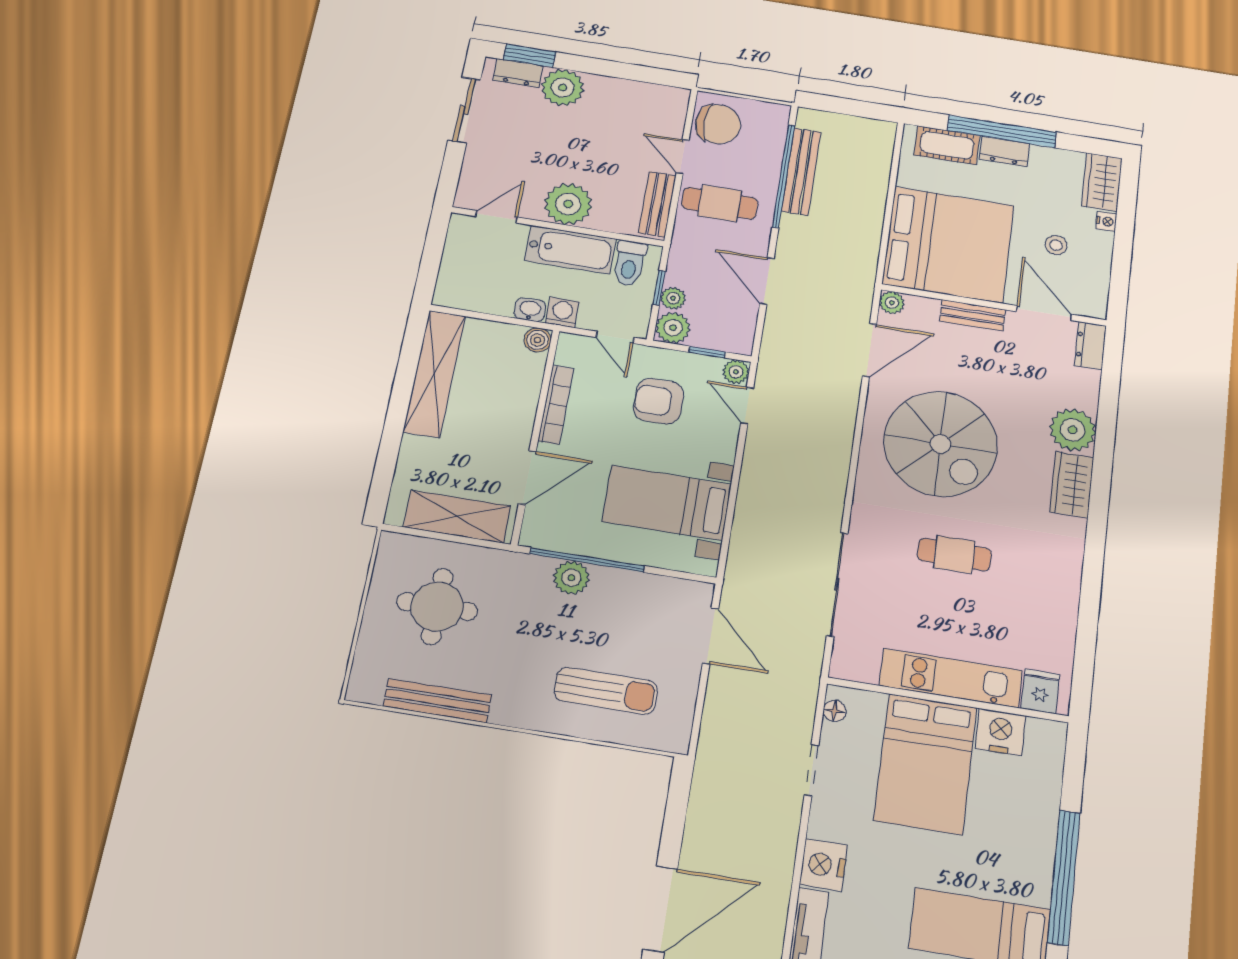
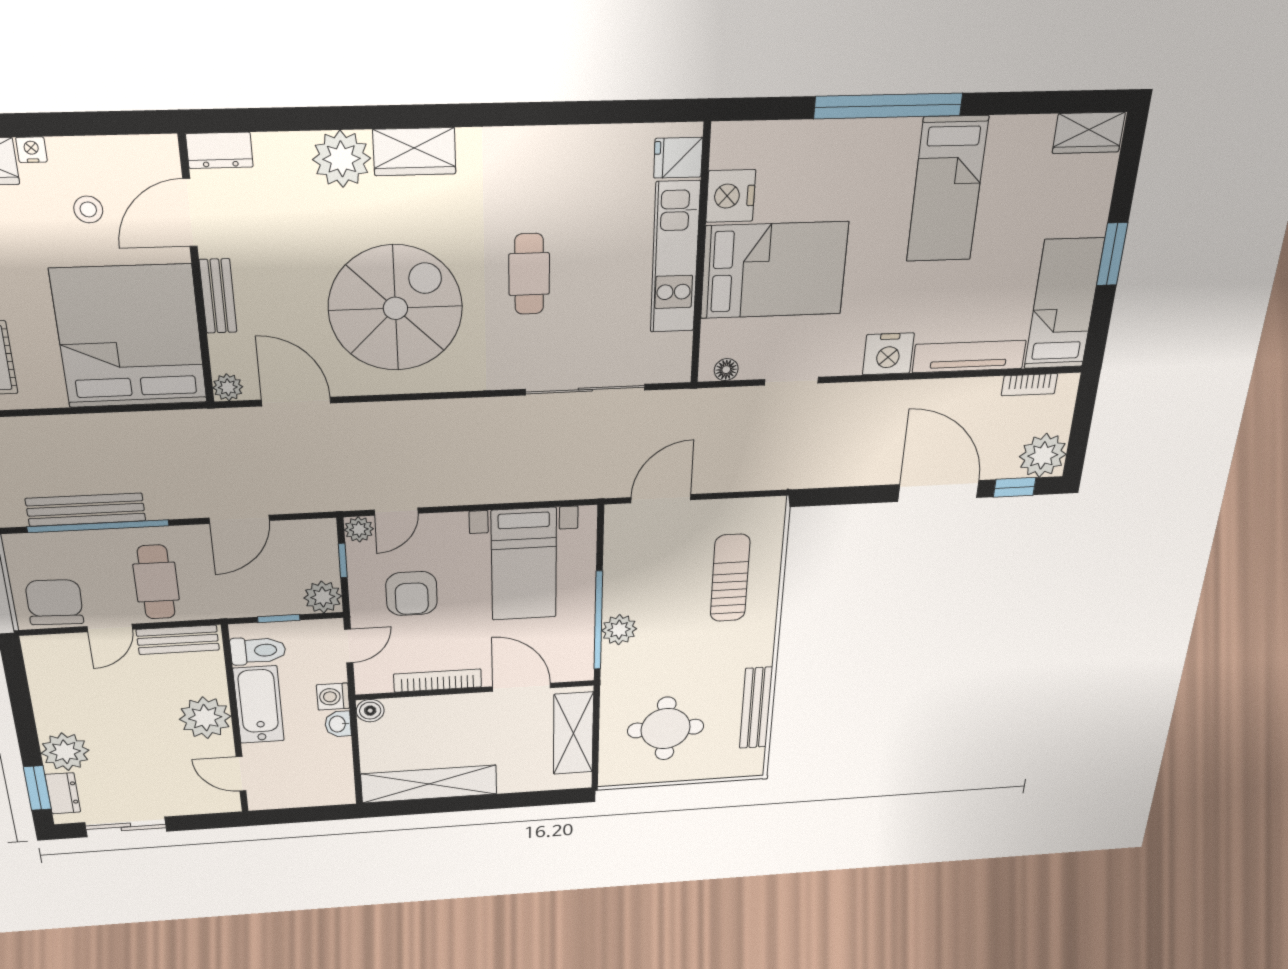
plant: (673, 298) -> (288, 603), removed

